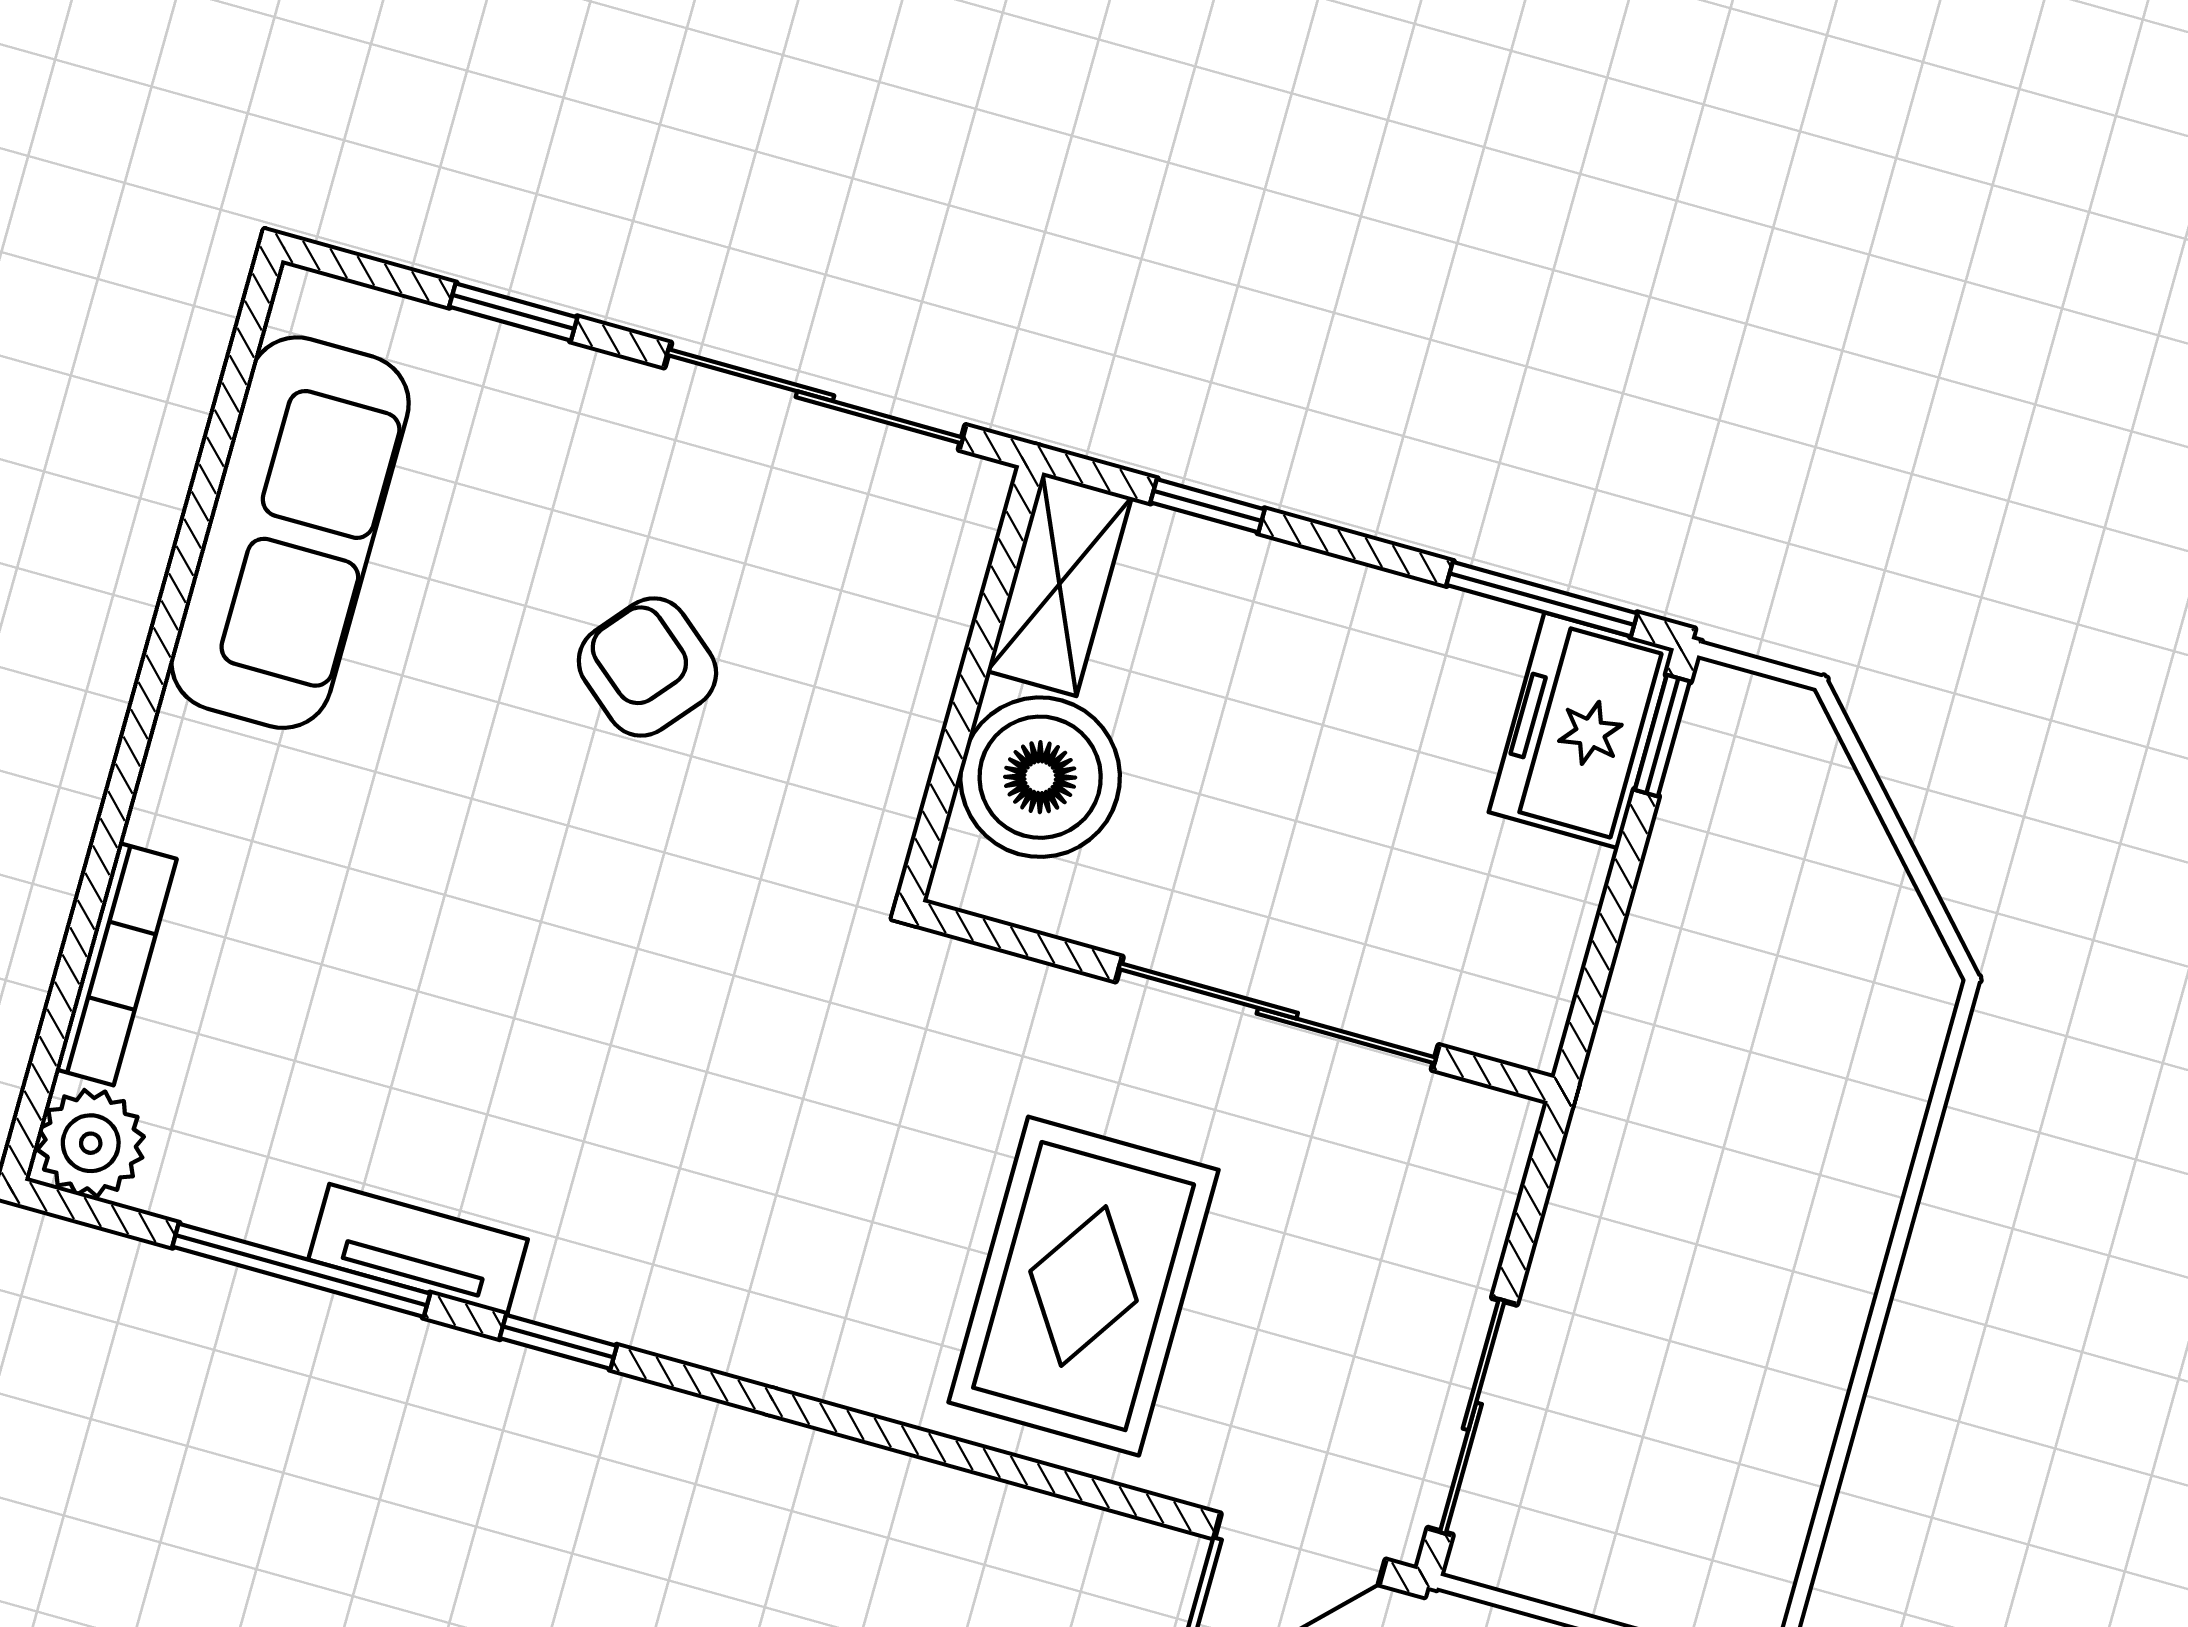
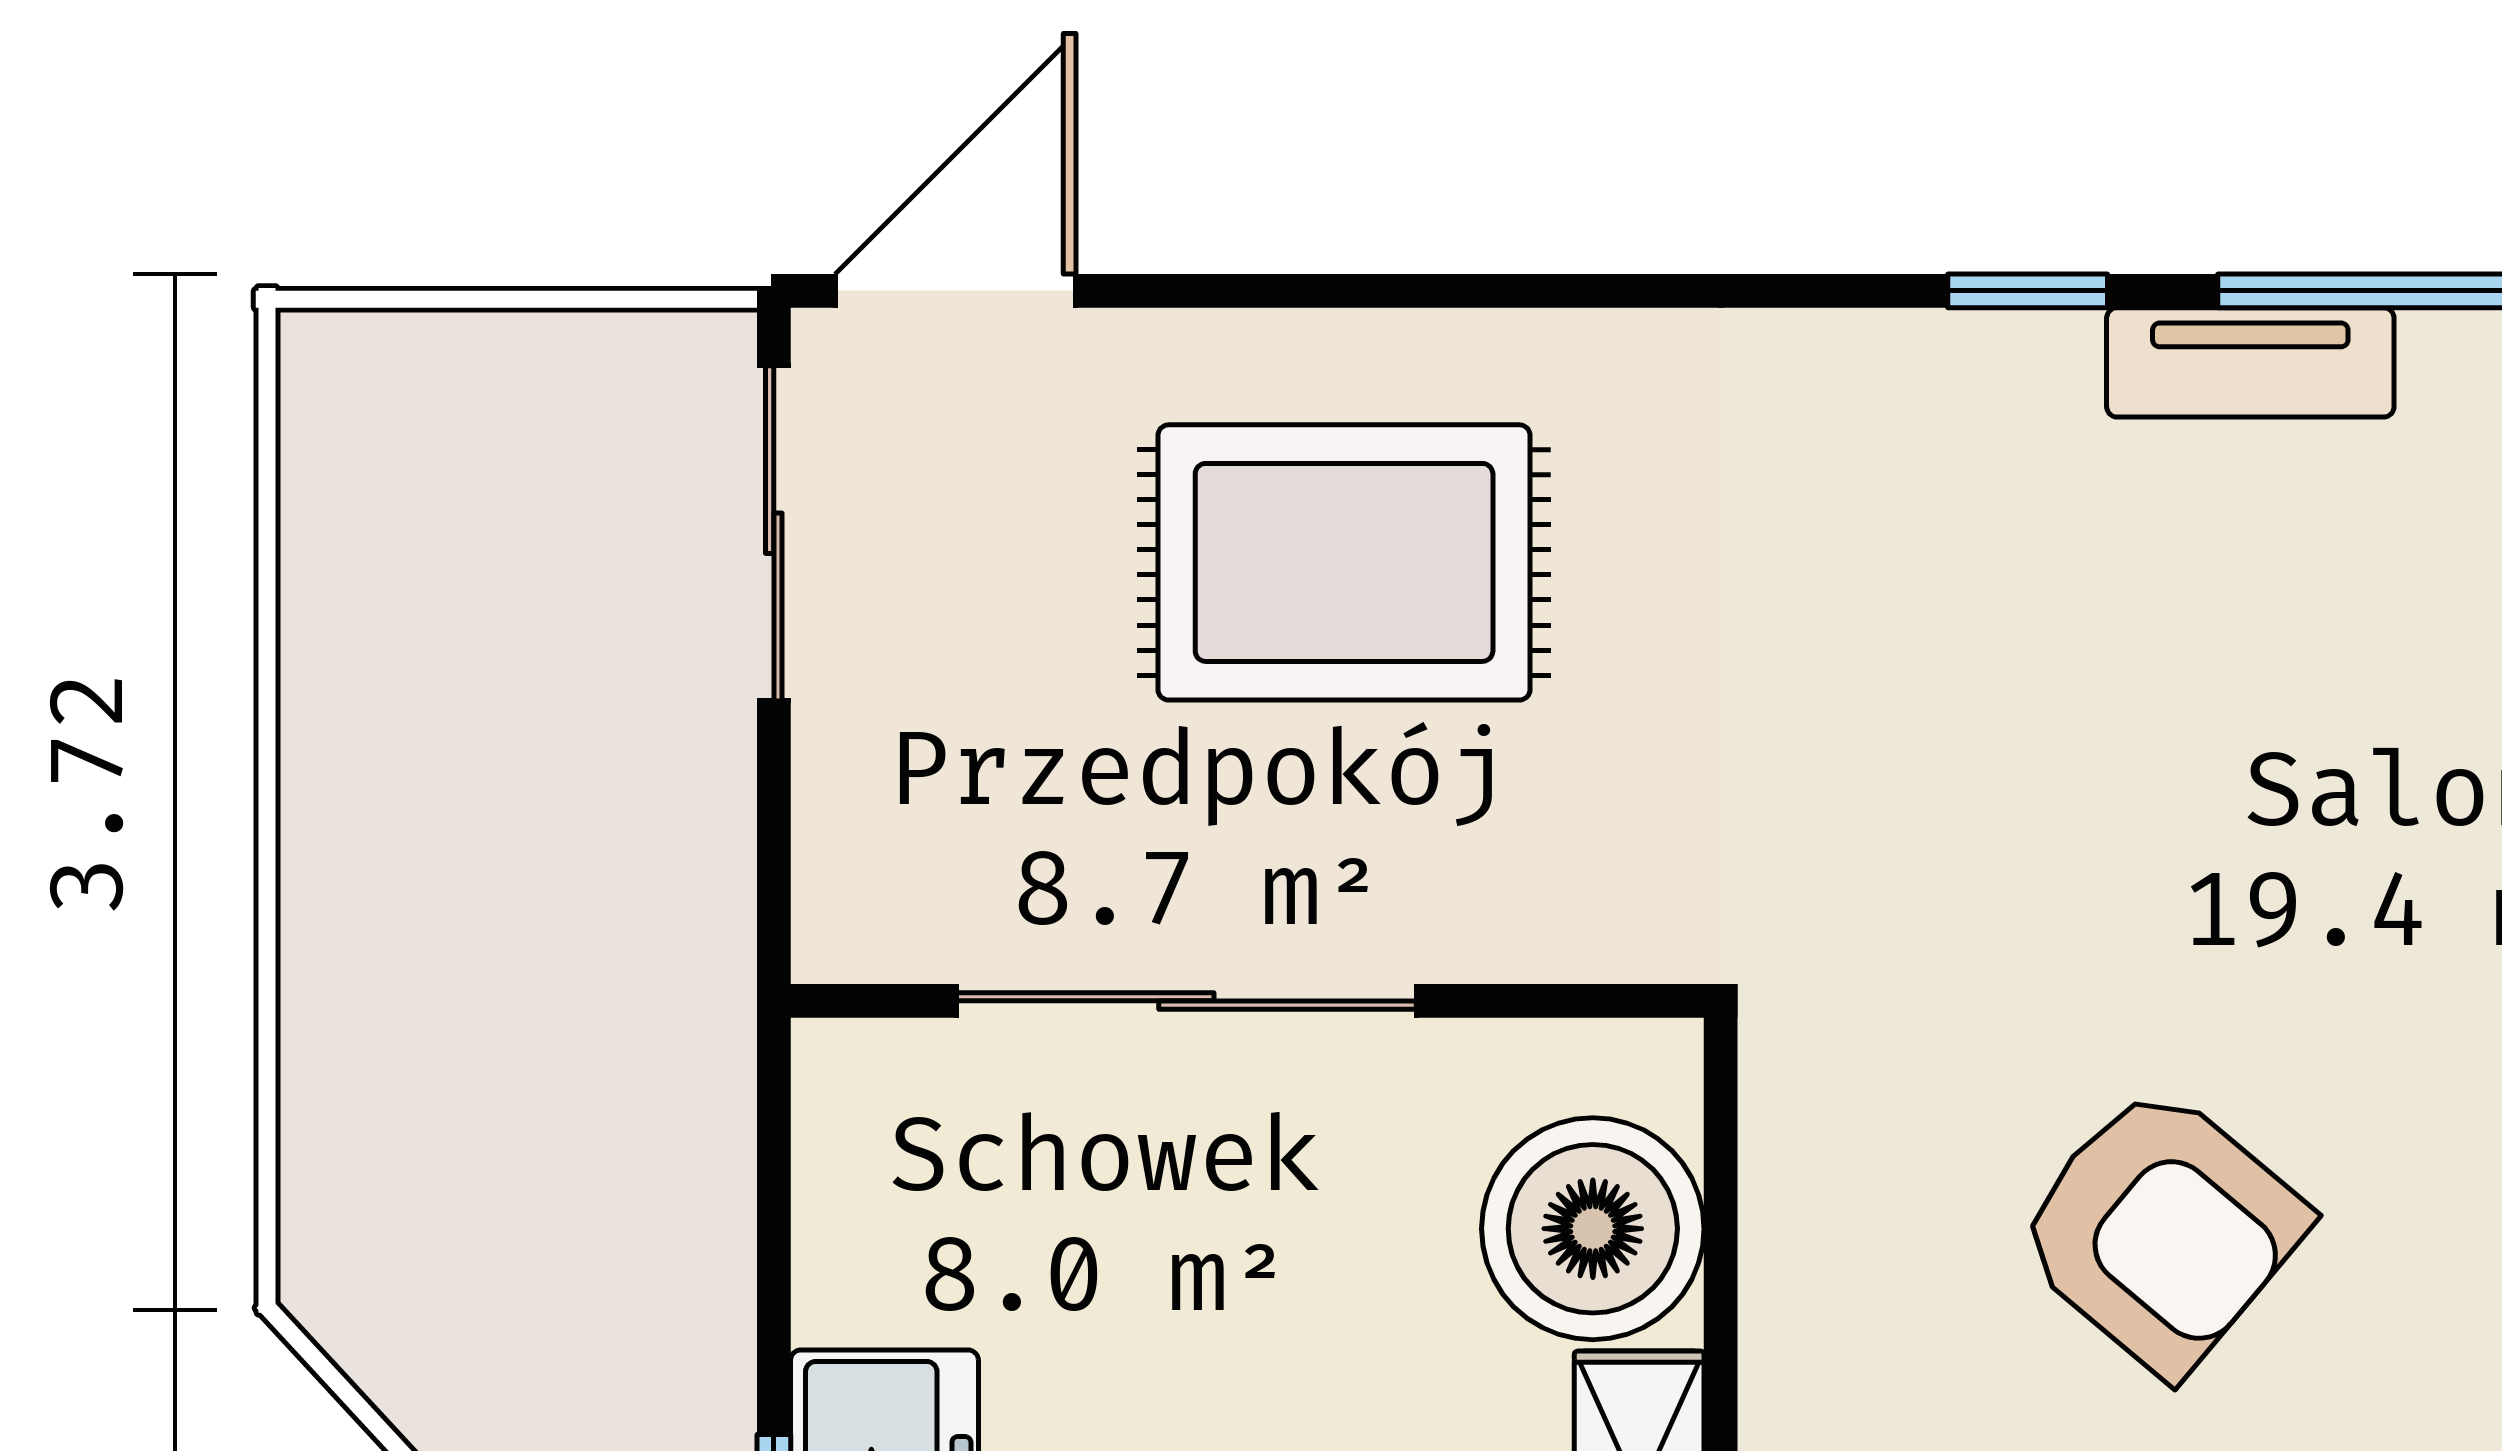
armchair: (647, 667) -> (2161, 1229), width x1.38, depth x1.38
rug: (1084, 1286) -> (1344, 562), turned 90

